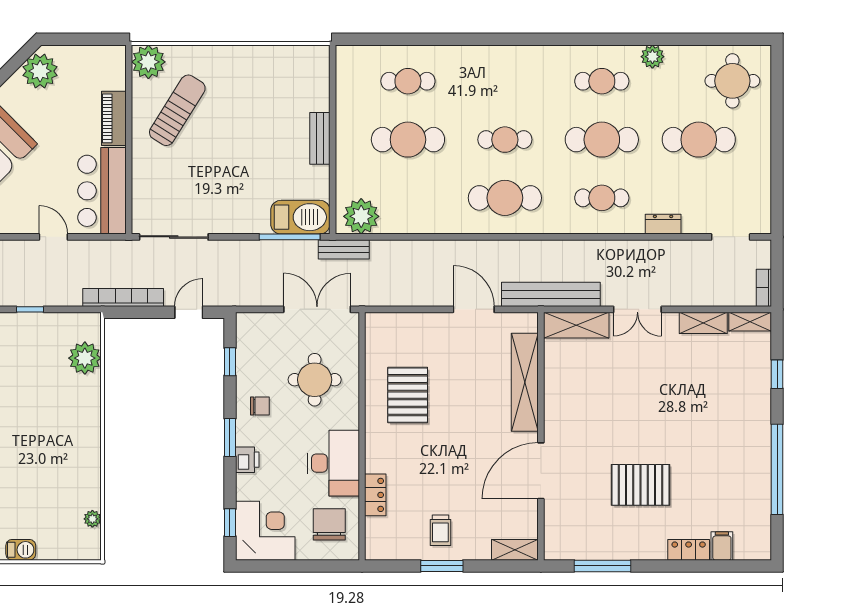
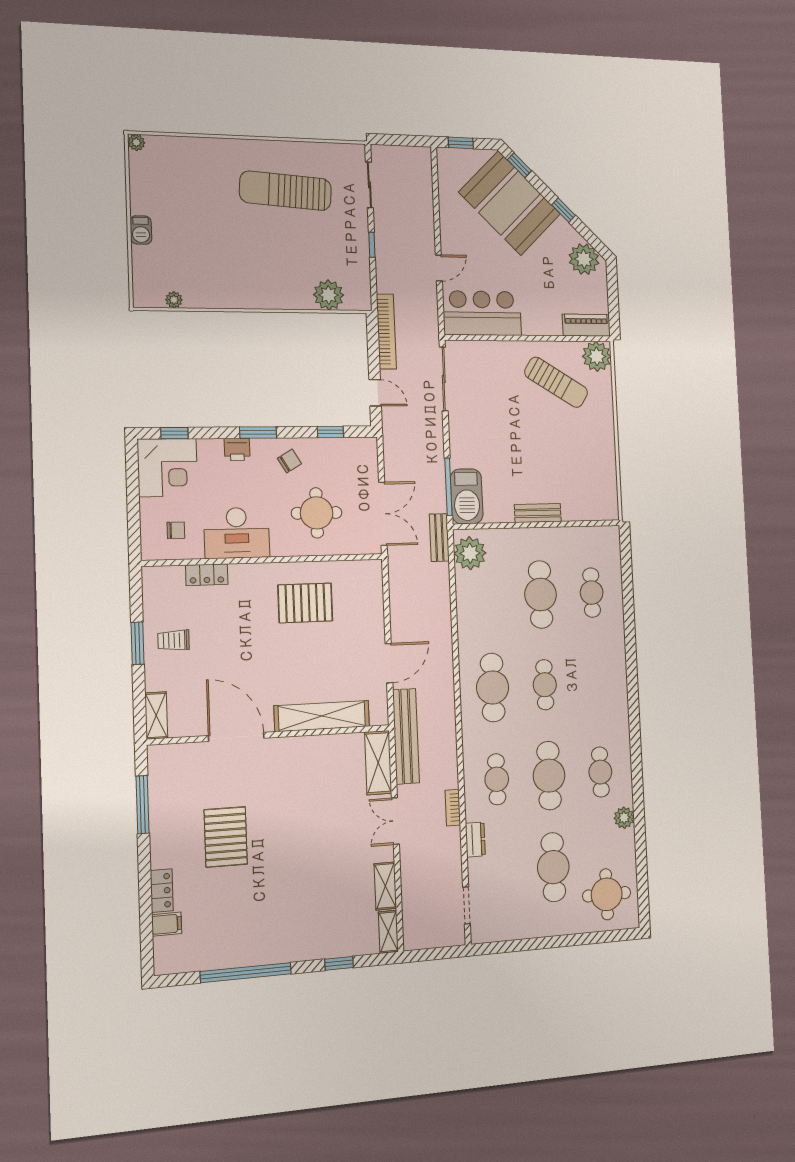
piano: (114, 118) -> (586, 325), moved
bookcase: (764, 288) -> (453, 808), moved, turned -90
chair: (260, 406) -> (289, 461), turned -121
chair: (329, 524) -> (176, 530), width x0.54, depth x0.54

